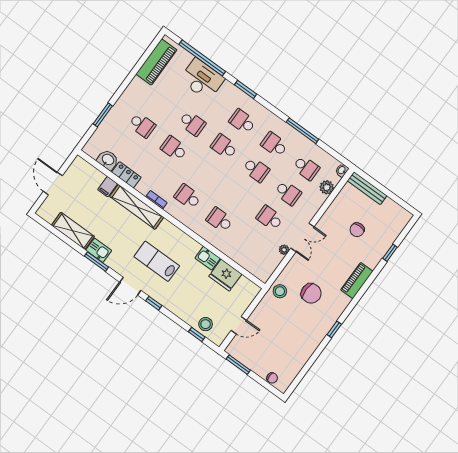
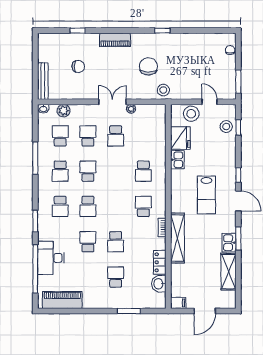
filing cabinet: (108, 187) -> (178, 303), moved
school desk: (188, 197) -> (143, 206), turned 180
stool: (240, 301) -> (191, 114), added

